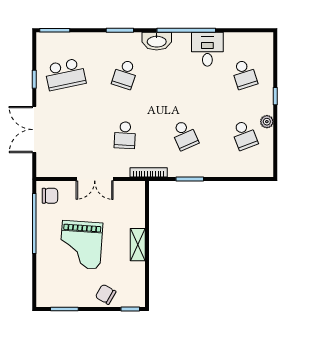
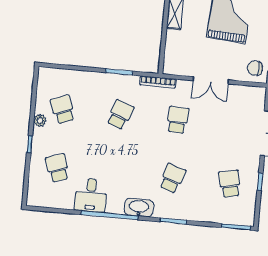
school desk: (65, 74) -> (230, 184), width x0.54
school desk: (185, 135) -> (120, 115), turned 45
double door: (95, 179) -> (211, 80), swing flipped

